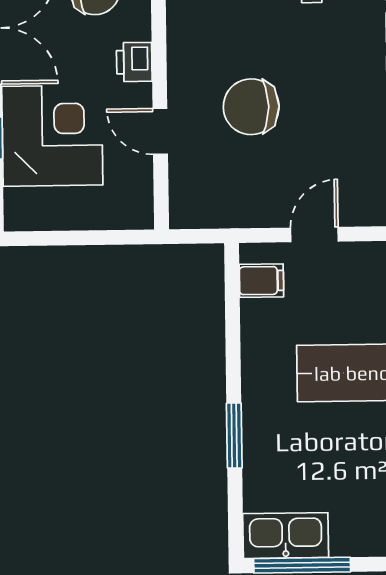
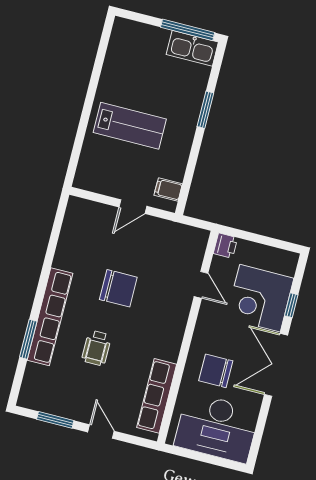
printer: (134, 62) -> (225, 246), moved
chair: (251, 107) -> (118, 288), moved

